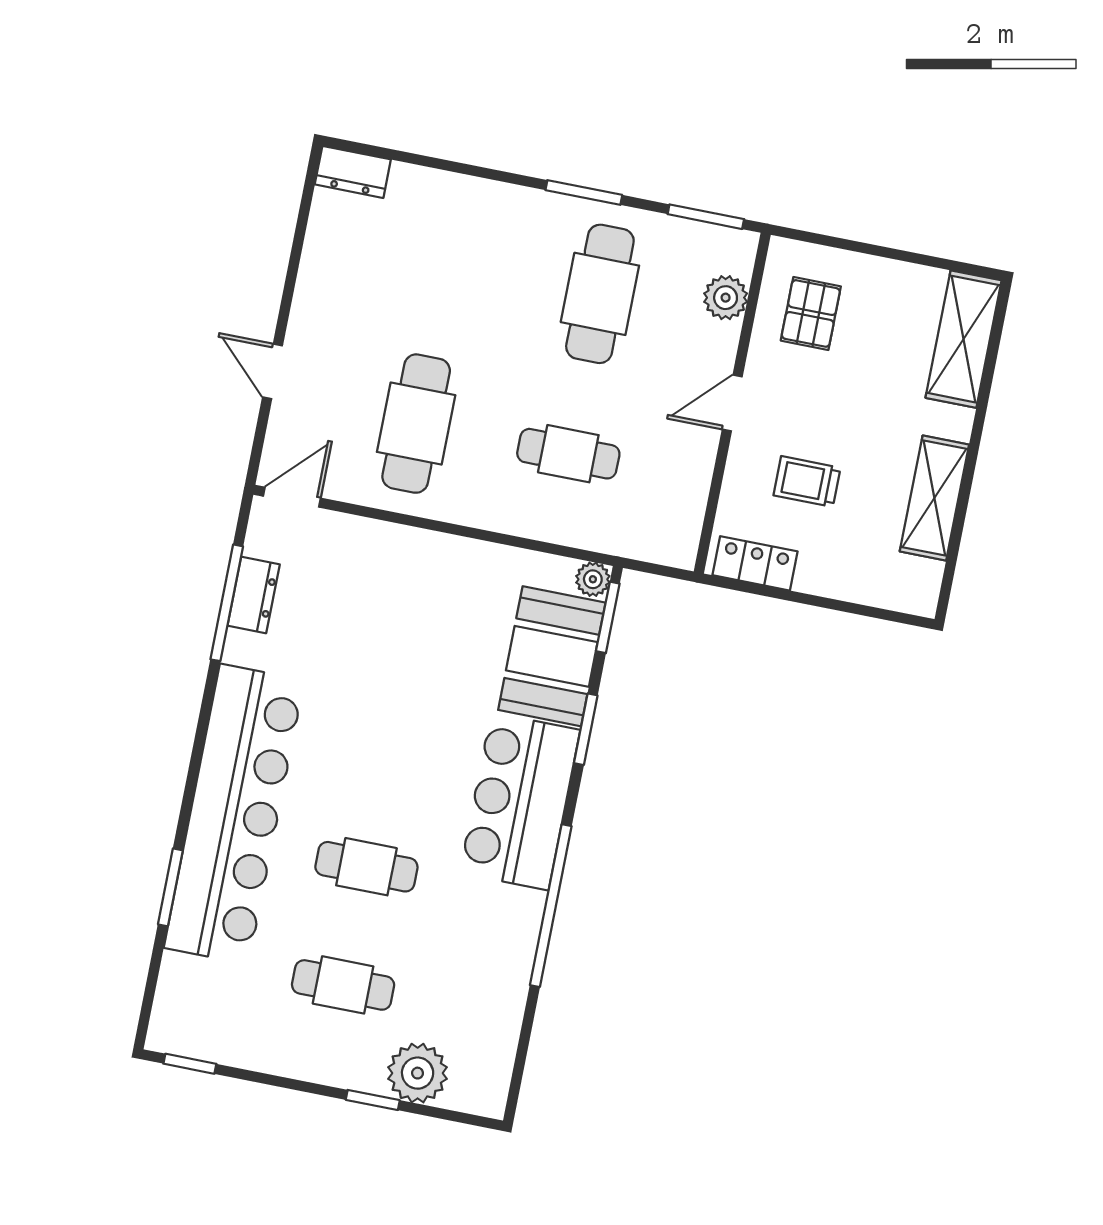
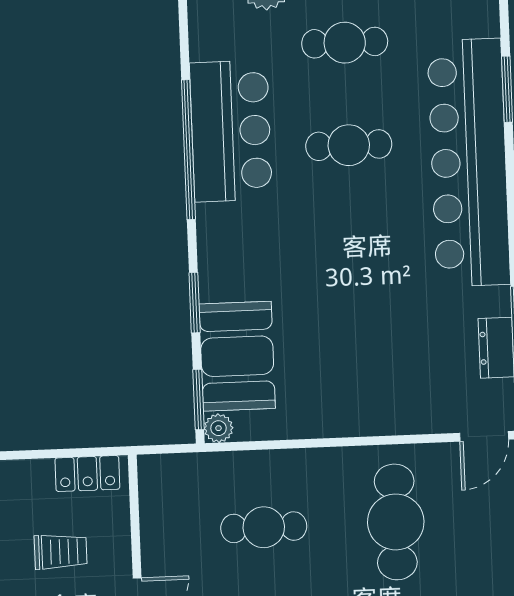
bar counter: (520, 801) -> (231, 131), moved

